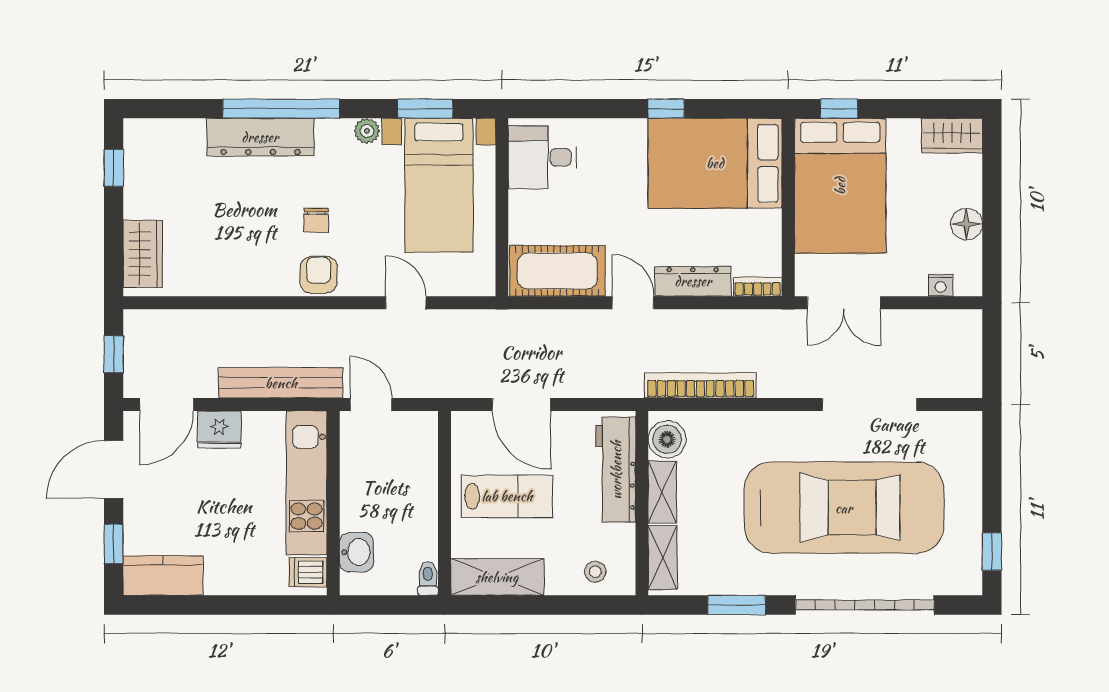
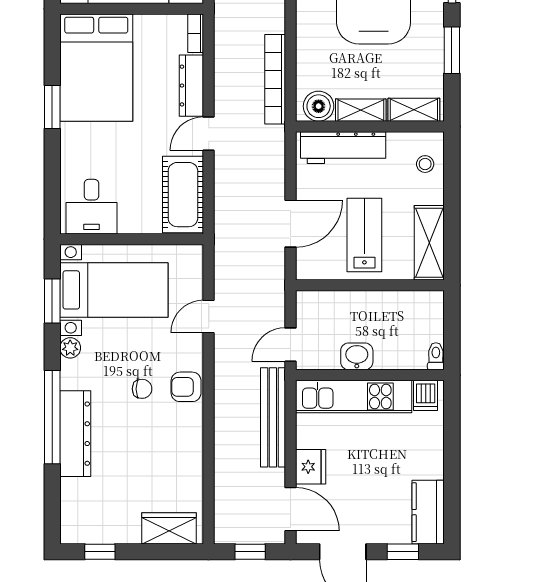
window: (666, 109) -> (52, 107), width x1.50
washbasin: (356, 552) -> (357, 356), moved
toilet: (428, 578) -> (436, 356), moved, turned 90

